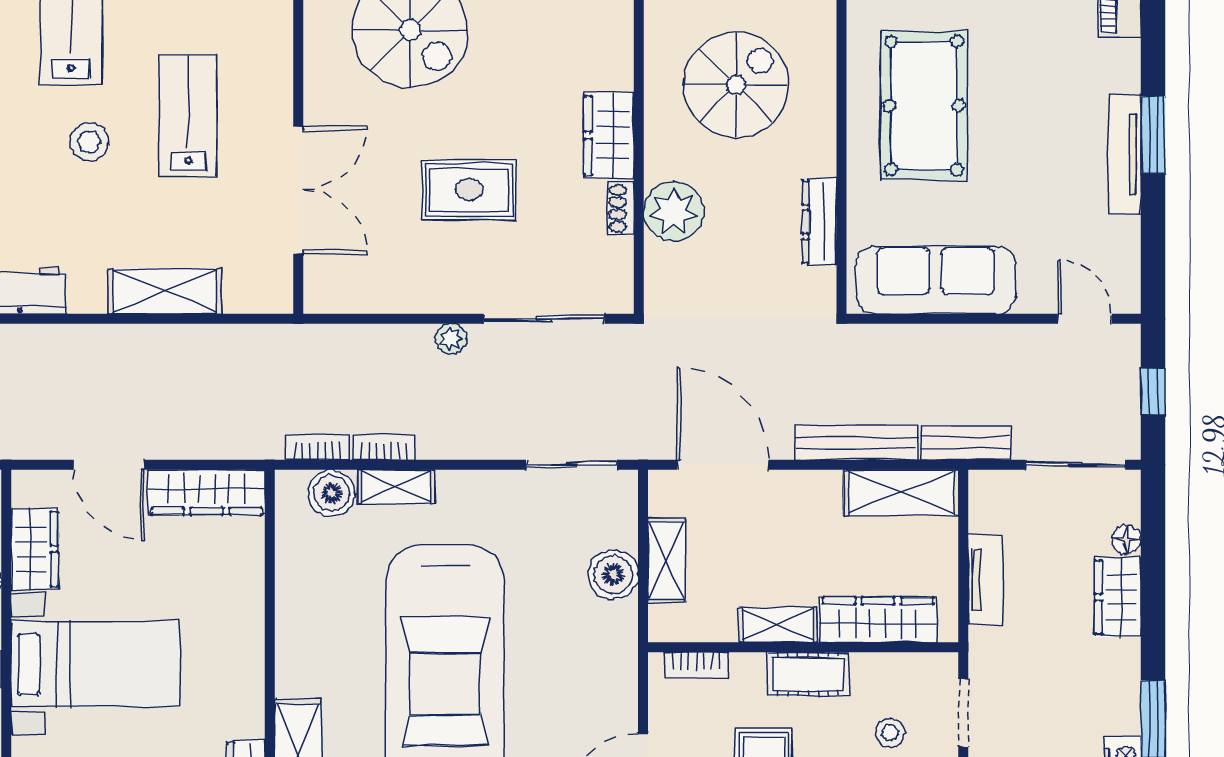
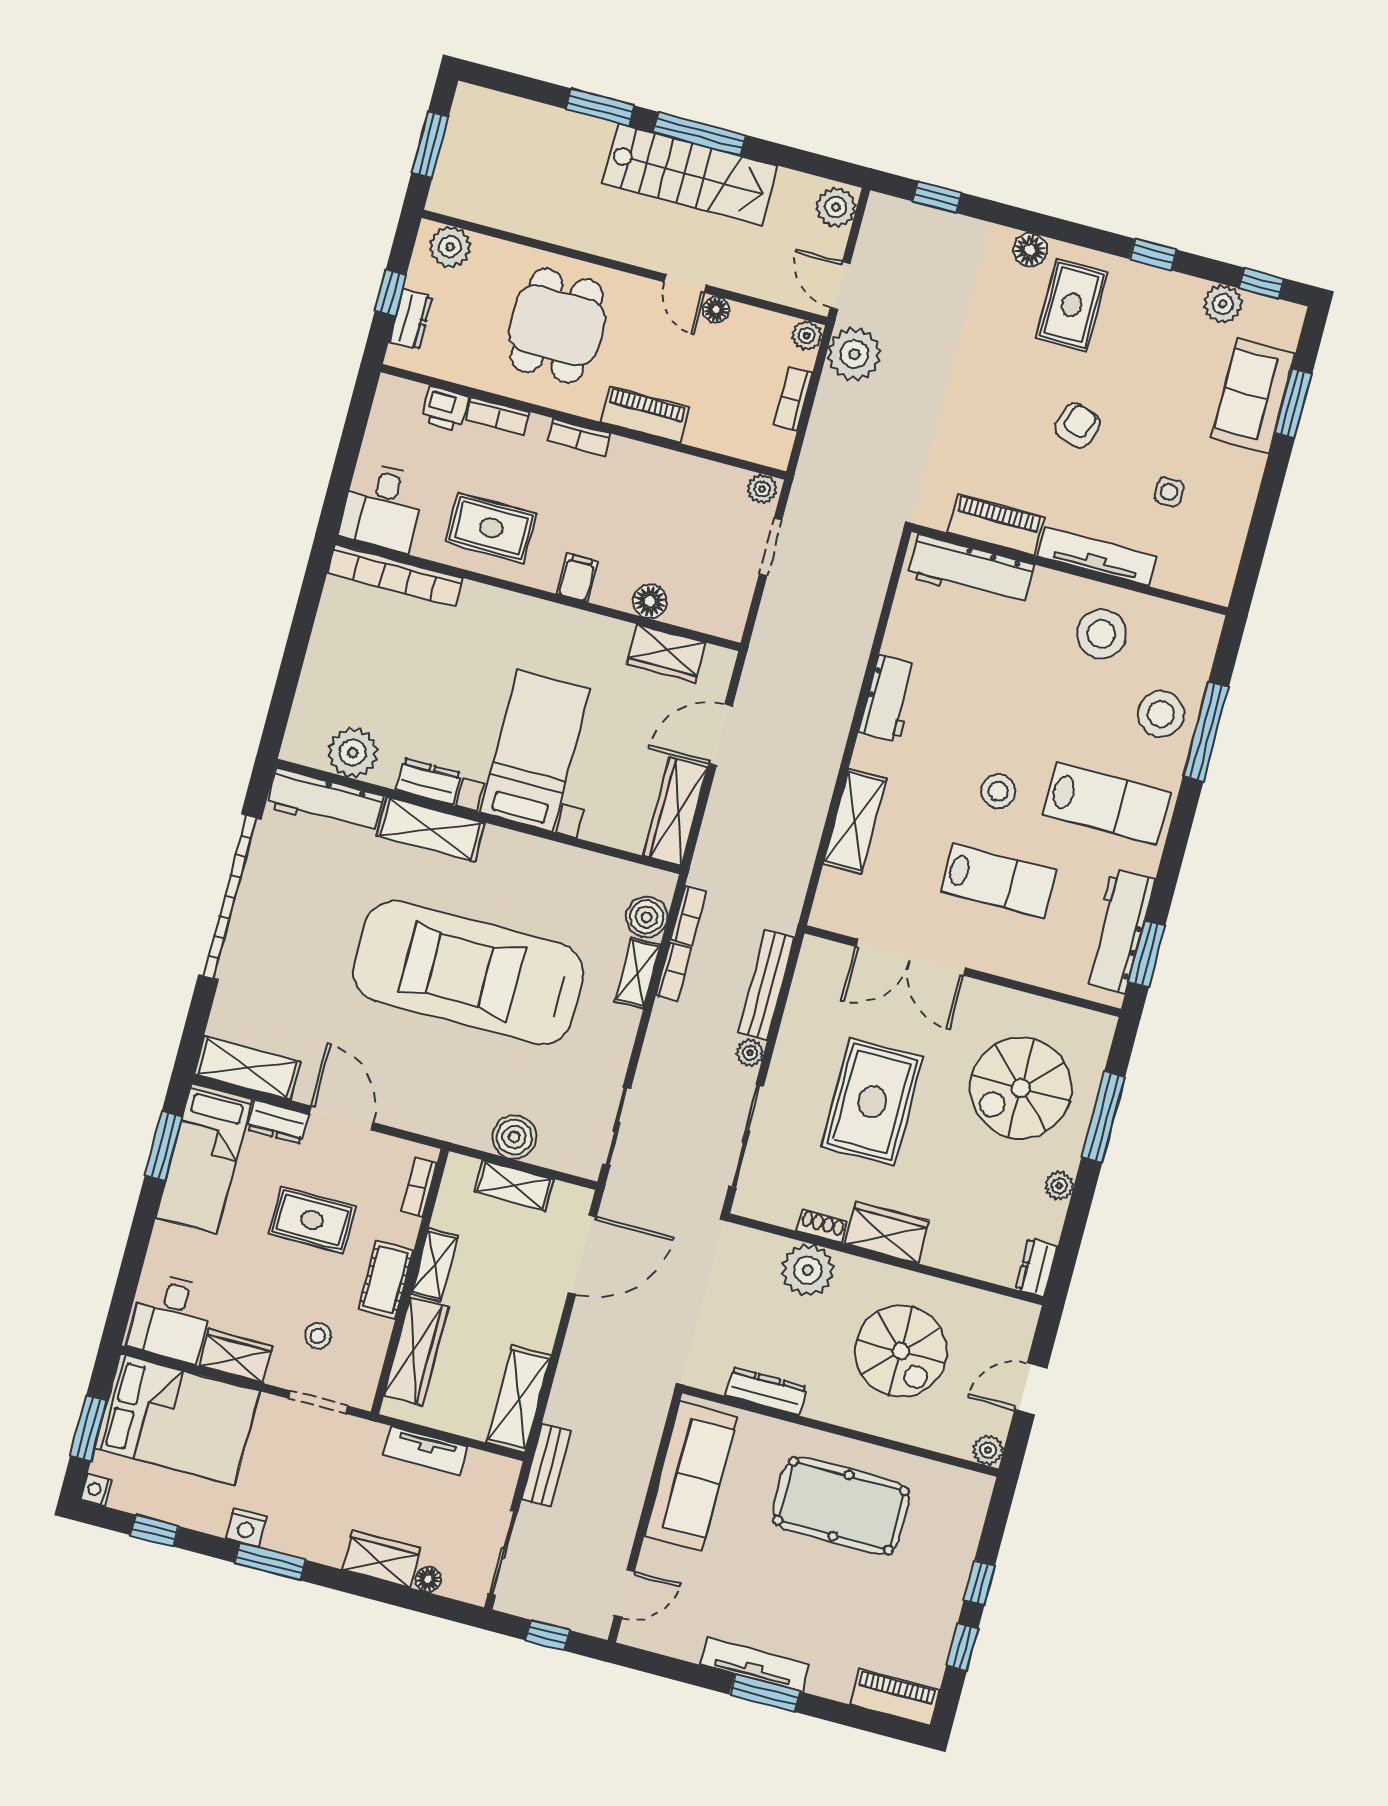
rug: (469, 190) -> (872, 1102), width x1.36, depth x1.43
bench: (856, 443) -> (766, 985), moved
bed with nightstands: (95, 664) -> (535, 751), moved, turned 180

